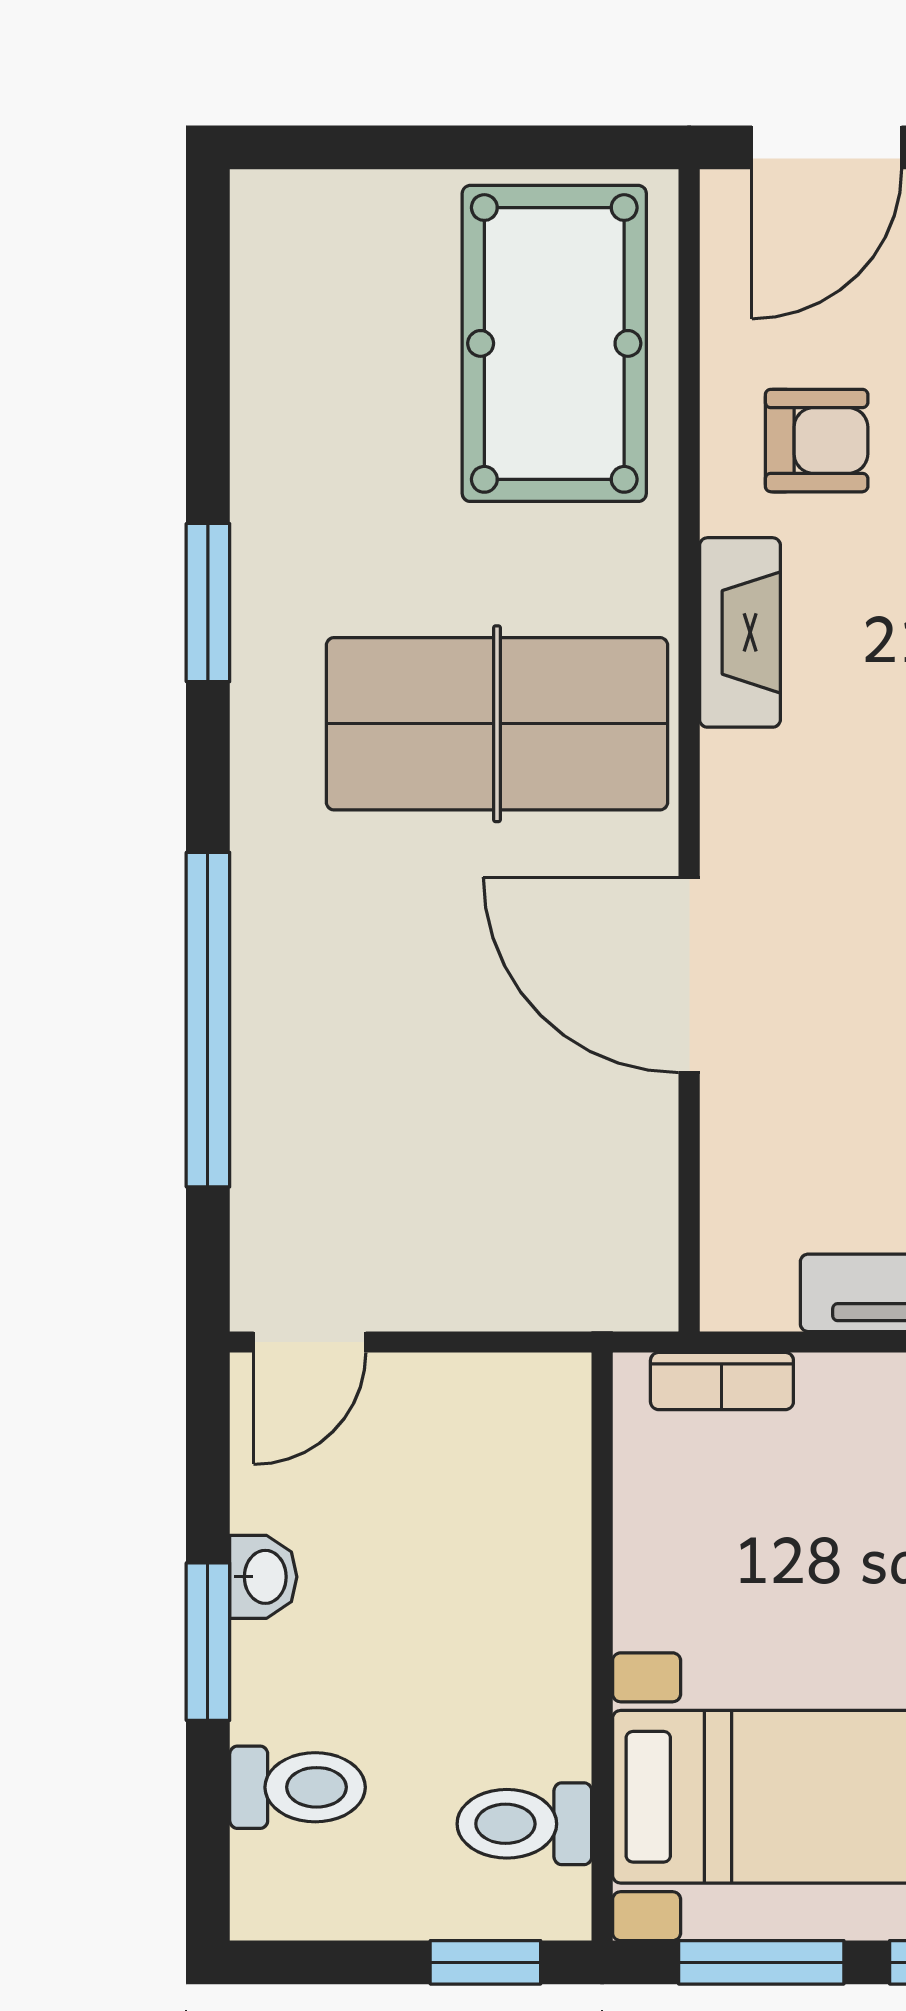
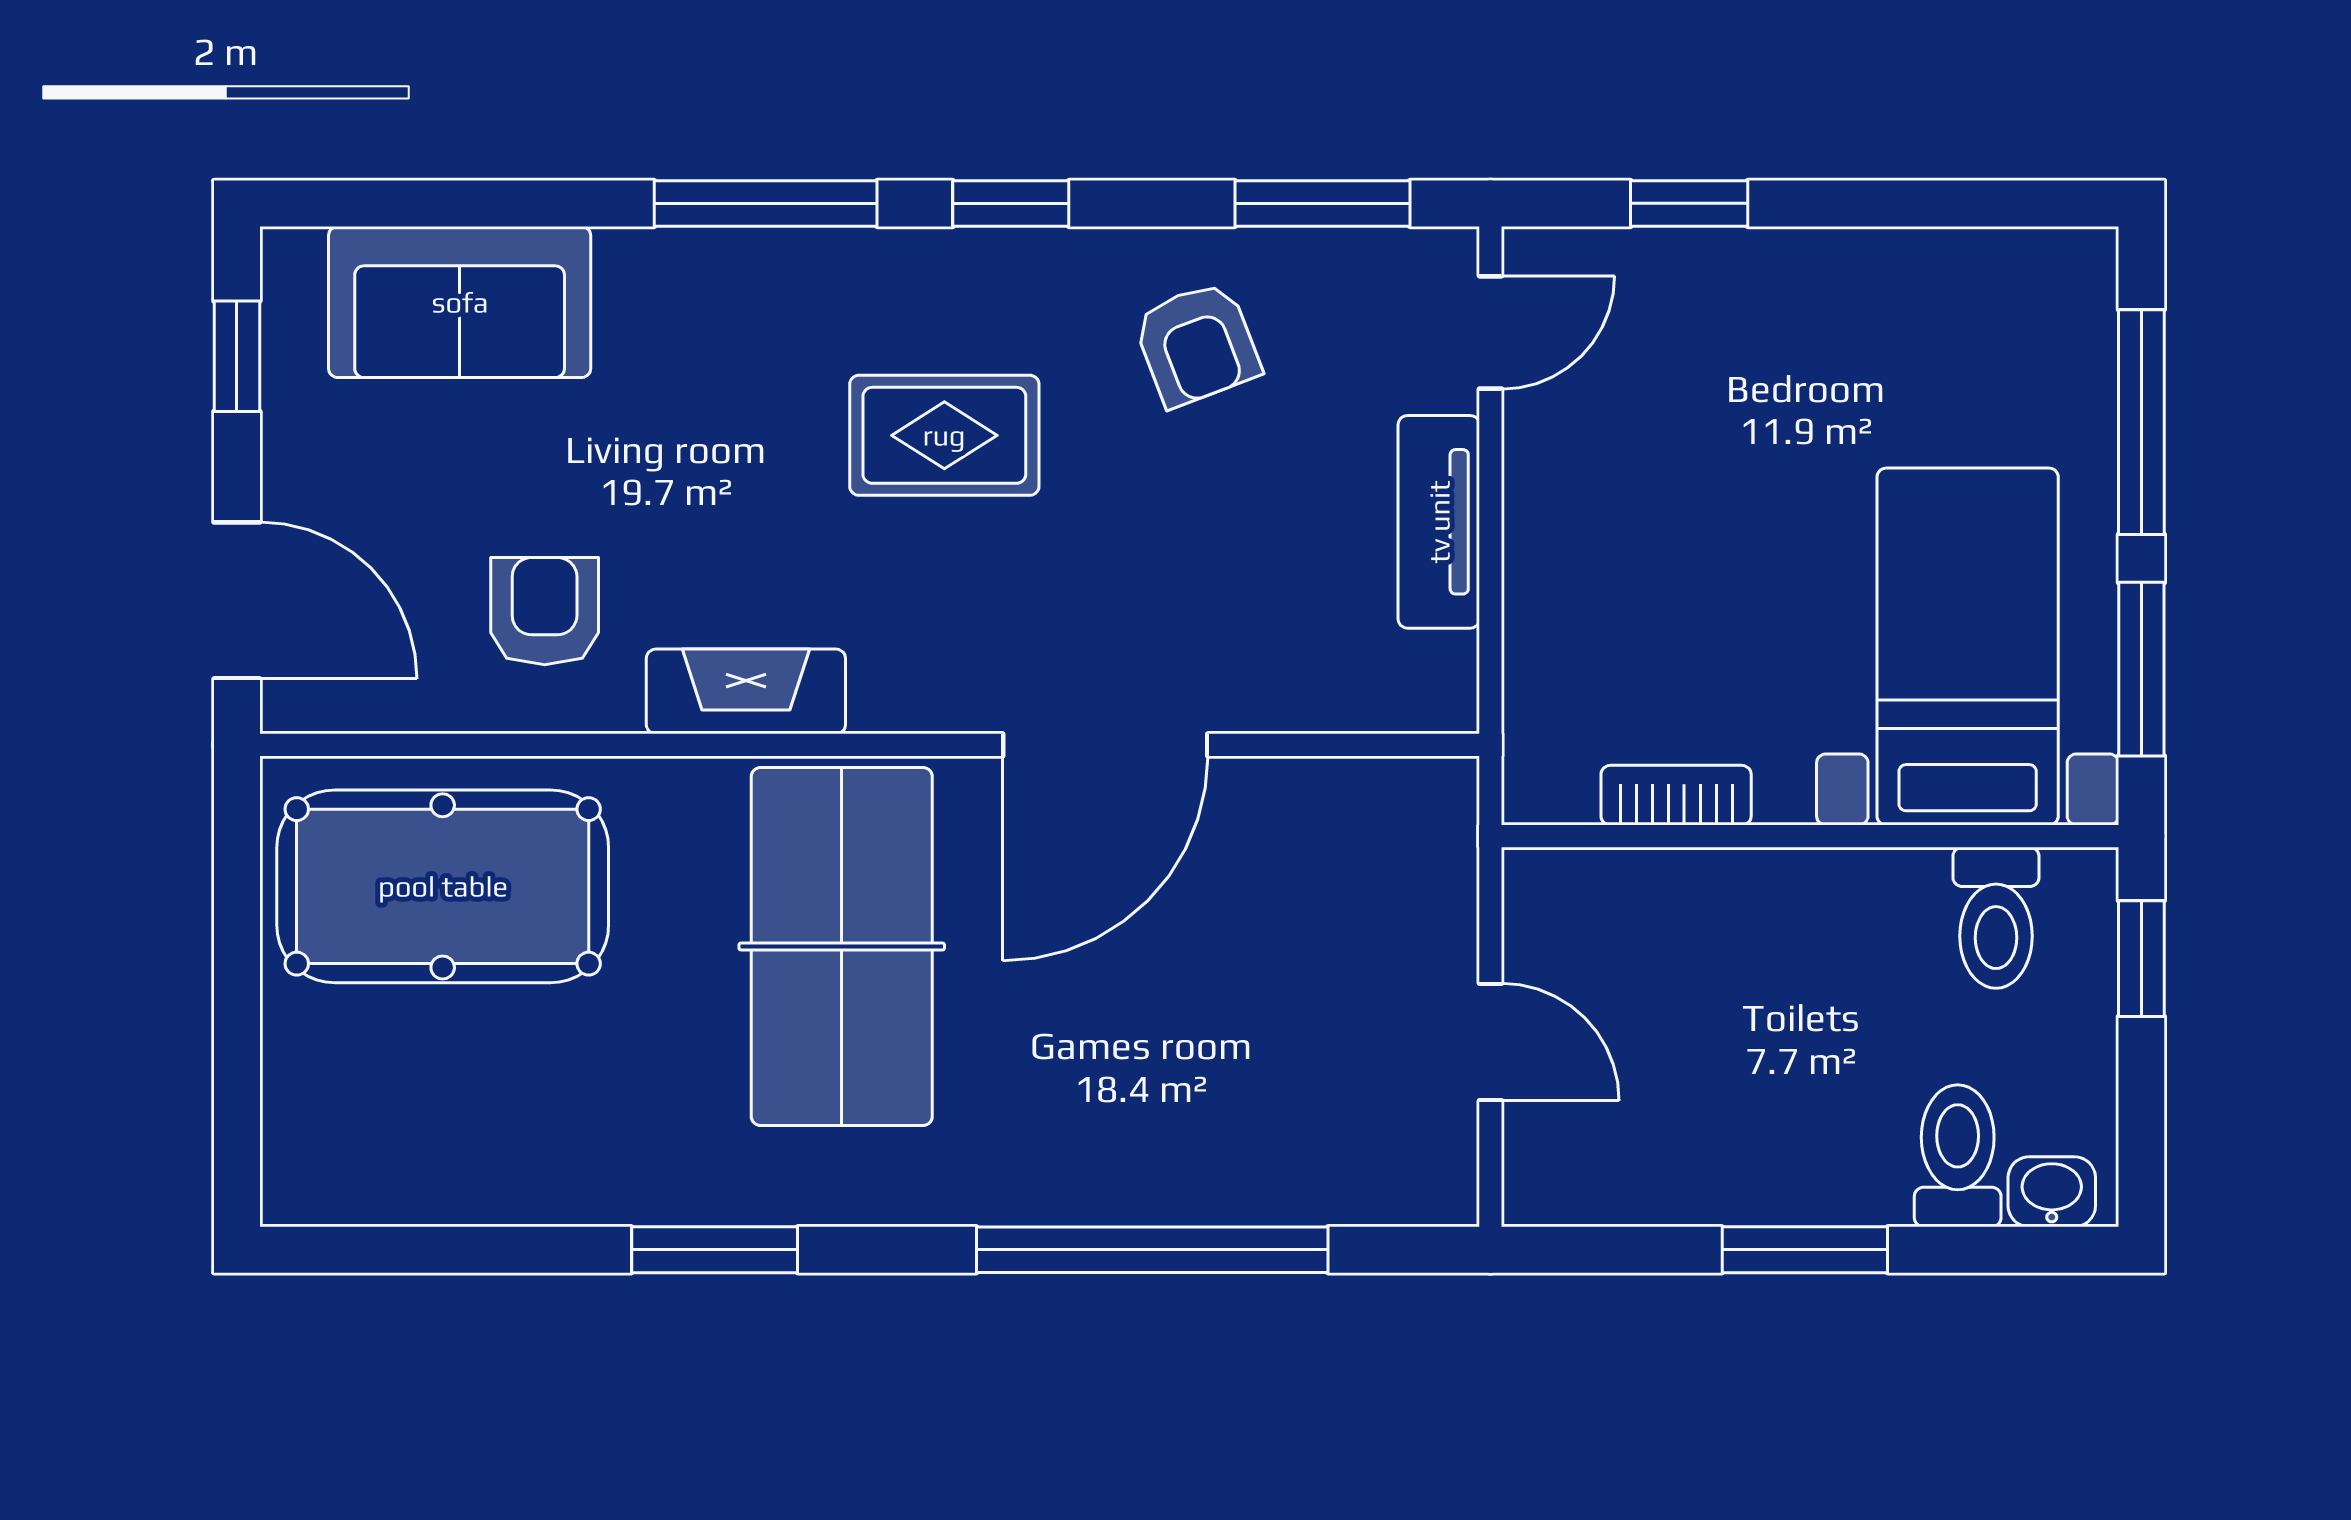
door: (310, 1342) -> (1490, 1042), moved
bookcase: (722, 1381) -> (1676, 795), moved, turned -90
washbasin: (263, 1577) -> (2052, 1192), moved

